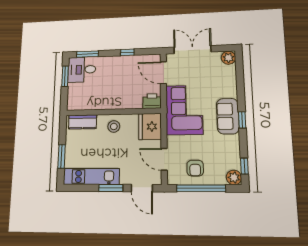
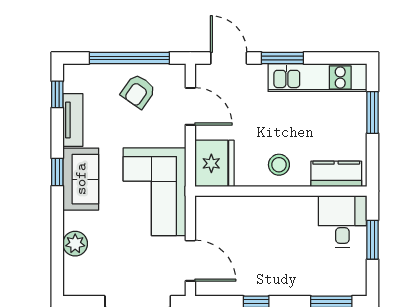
plant: (228, 58) -> (75, 244), moved
desk: (82, 70) -> (342, 221), moved, turned -90
window: (65, 76) -> (373, 240), moved
printer: (152, 101) -> (211, 209), removed
tv unit: (234, 151) -> (73, 120), added
armchair: (195, 168) -> (138, 91), turned -145
plant: (234, 177) -> (75, 76), removed

